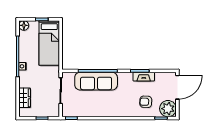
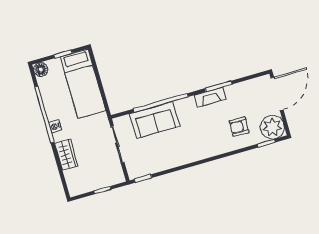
fireplace: (144, 77) -> (210, 97), moved
sofa: (96, 81) -> (155, 120), width x0.73
wardrobe: (25, 98) -> (66, 155), moved

